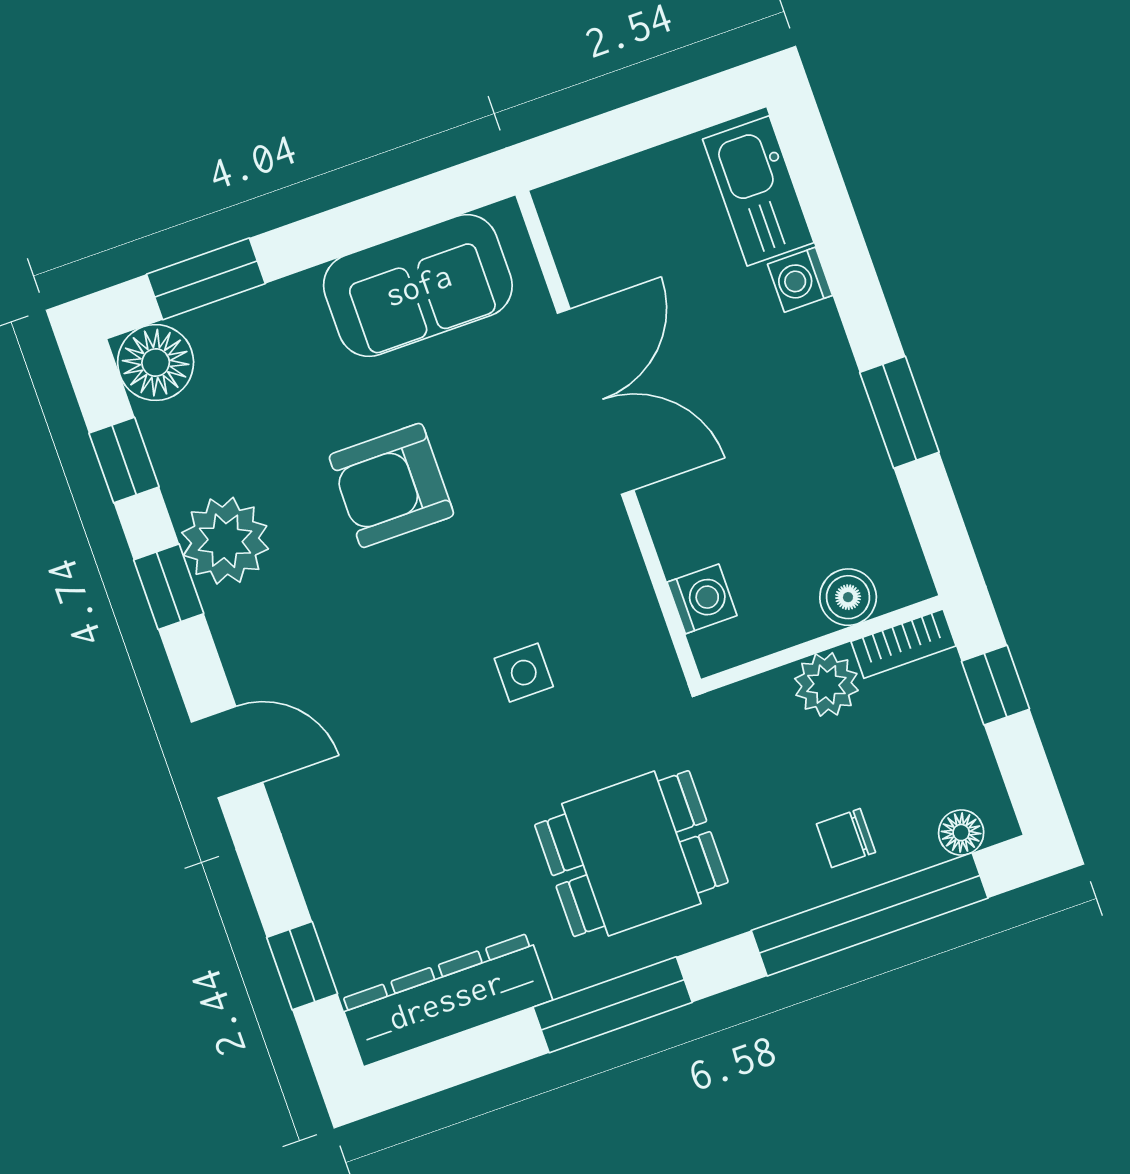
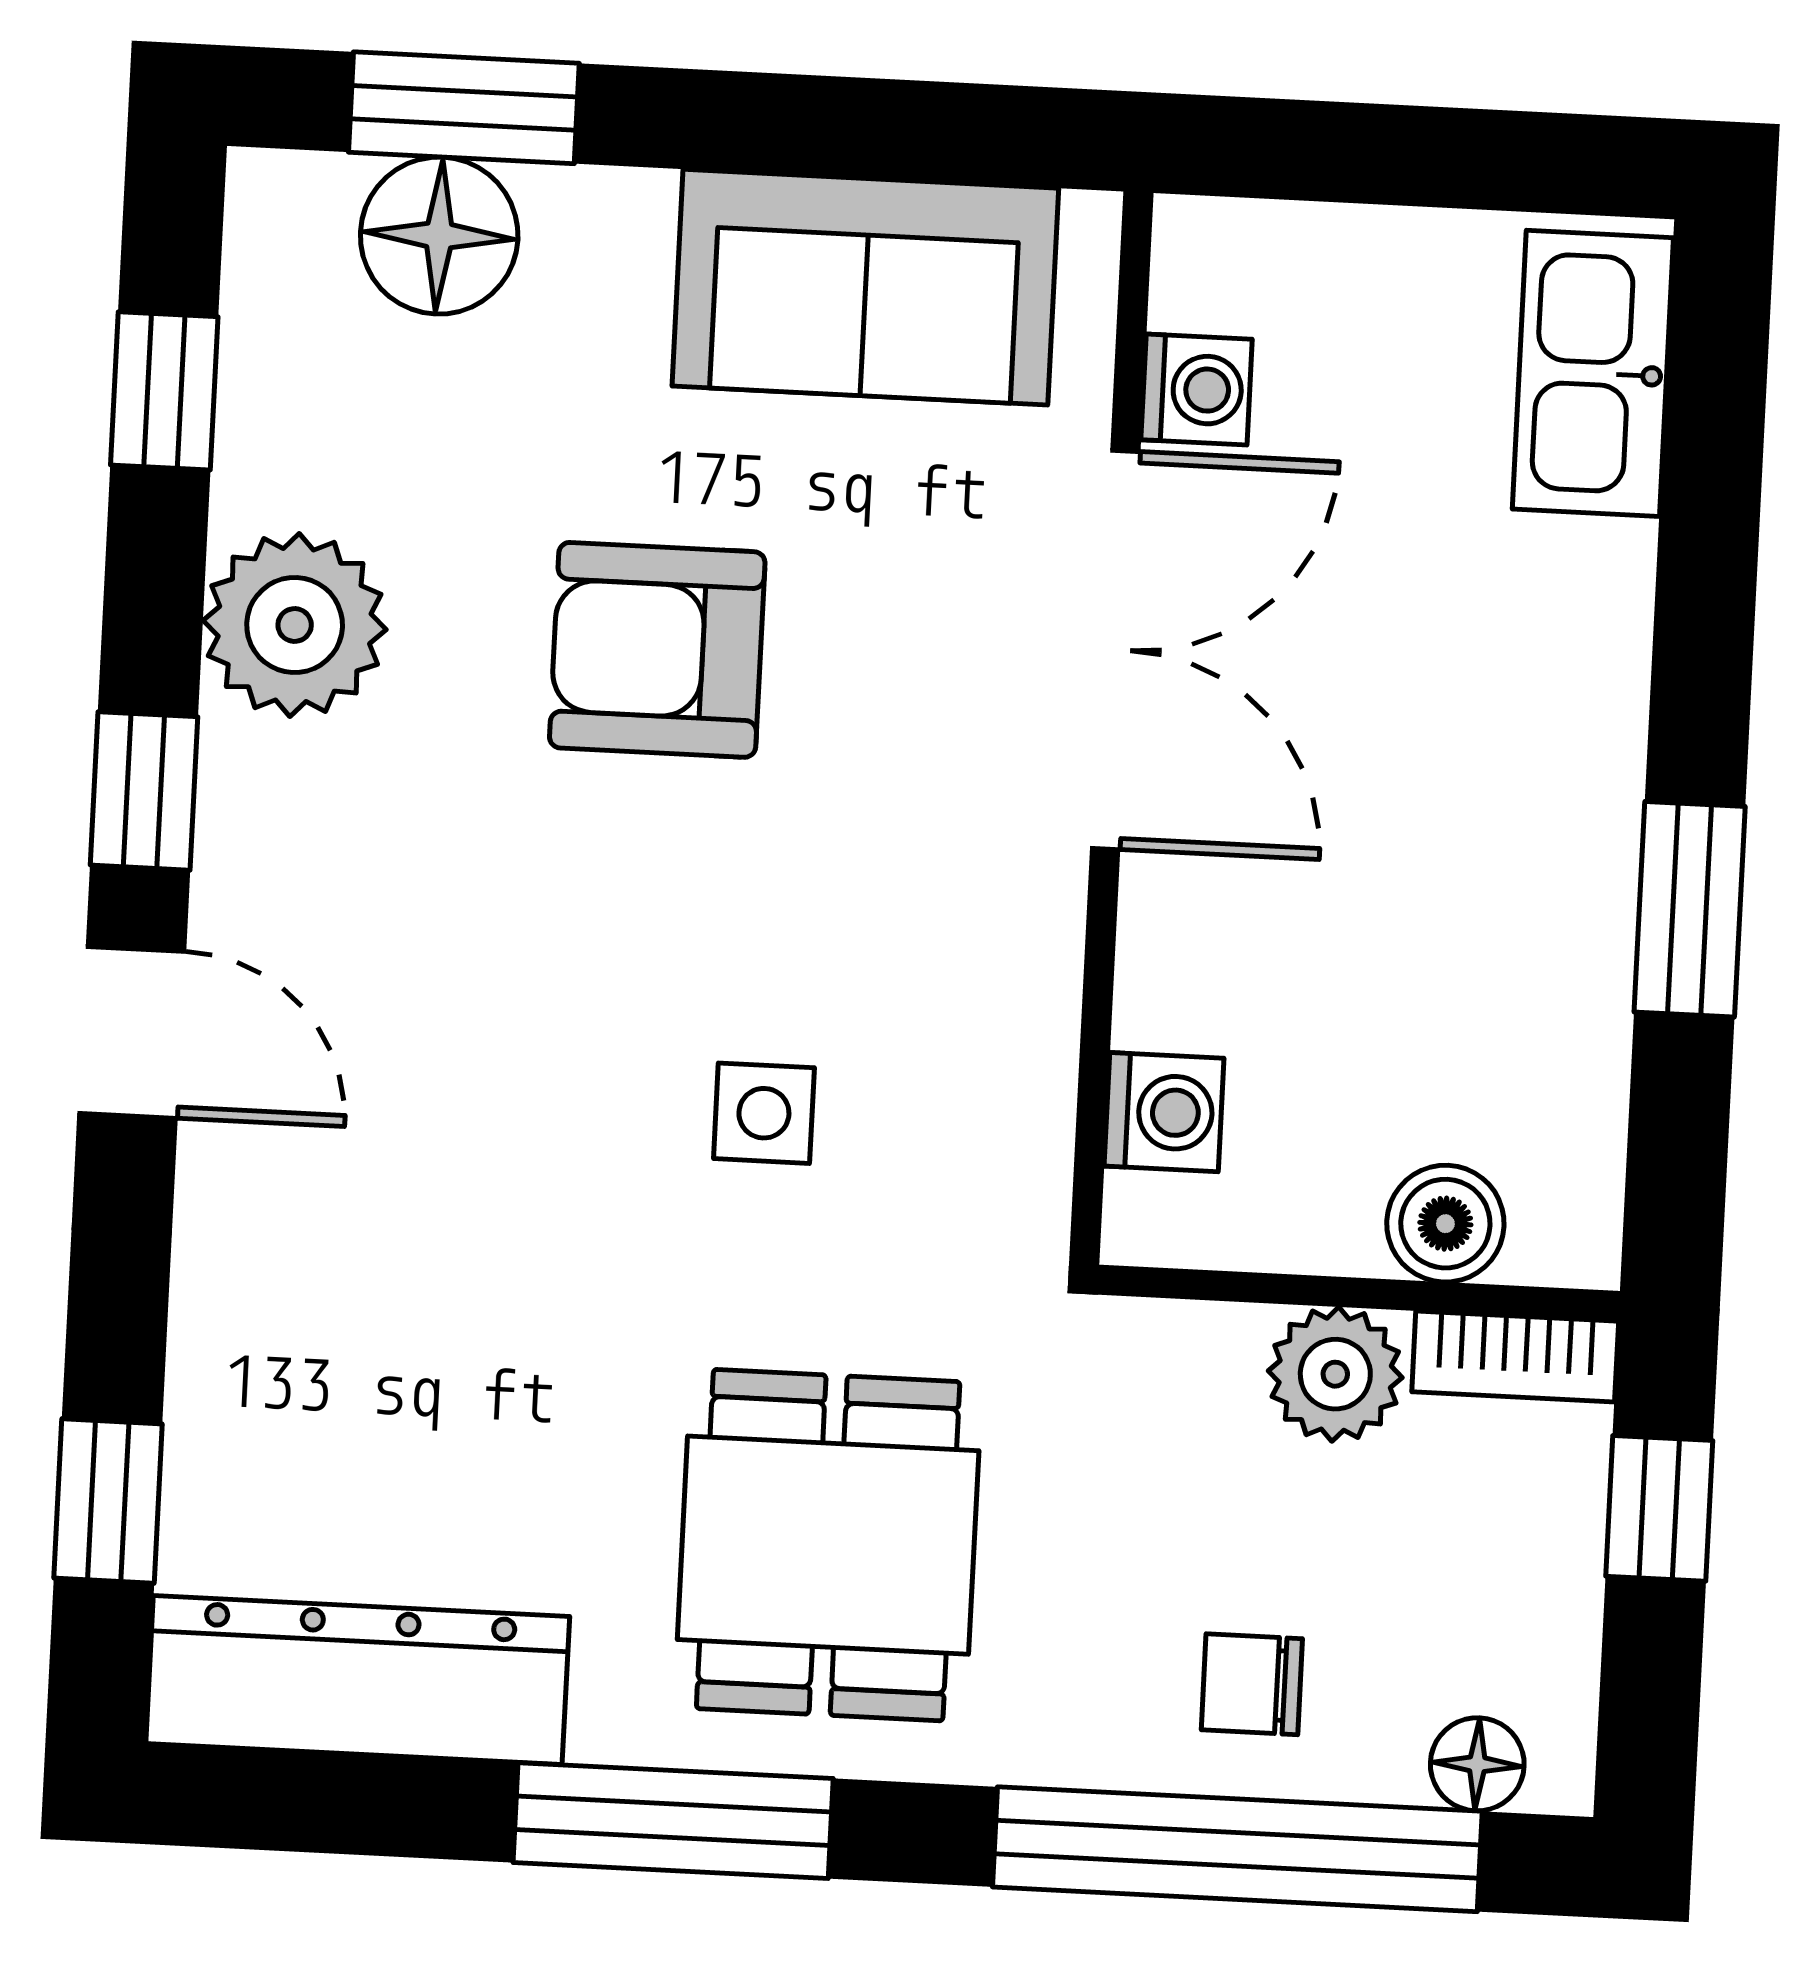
washing machine: (800, 280) -> (1197, 389), moved, turned 180
floor lamp: (156, 363) -> (439, 236), moved
window: (169, 587) -> (144, 791), moved
dining table: (631, 854) -> (828, 1545), turned 90

